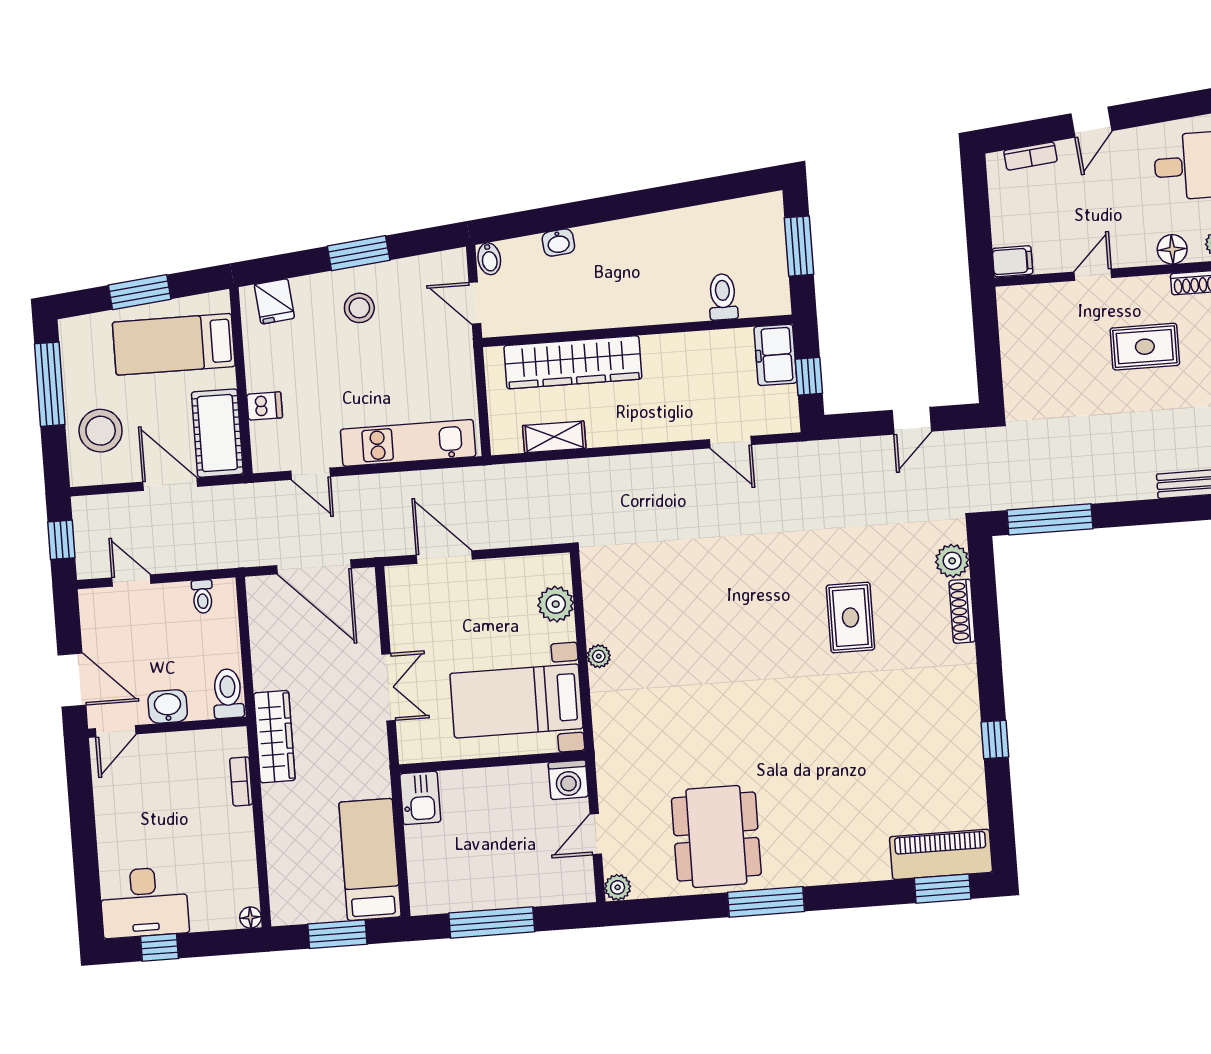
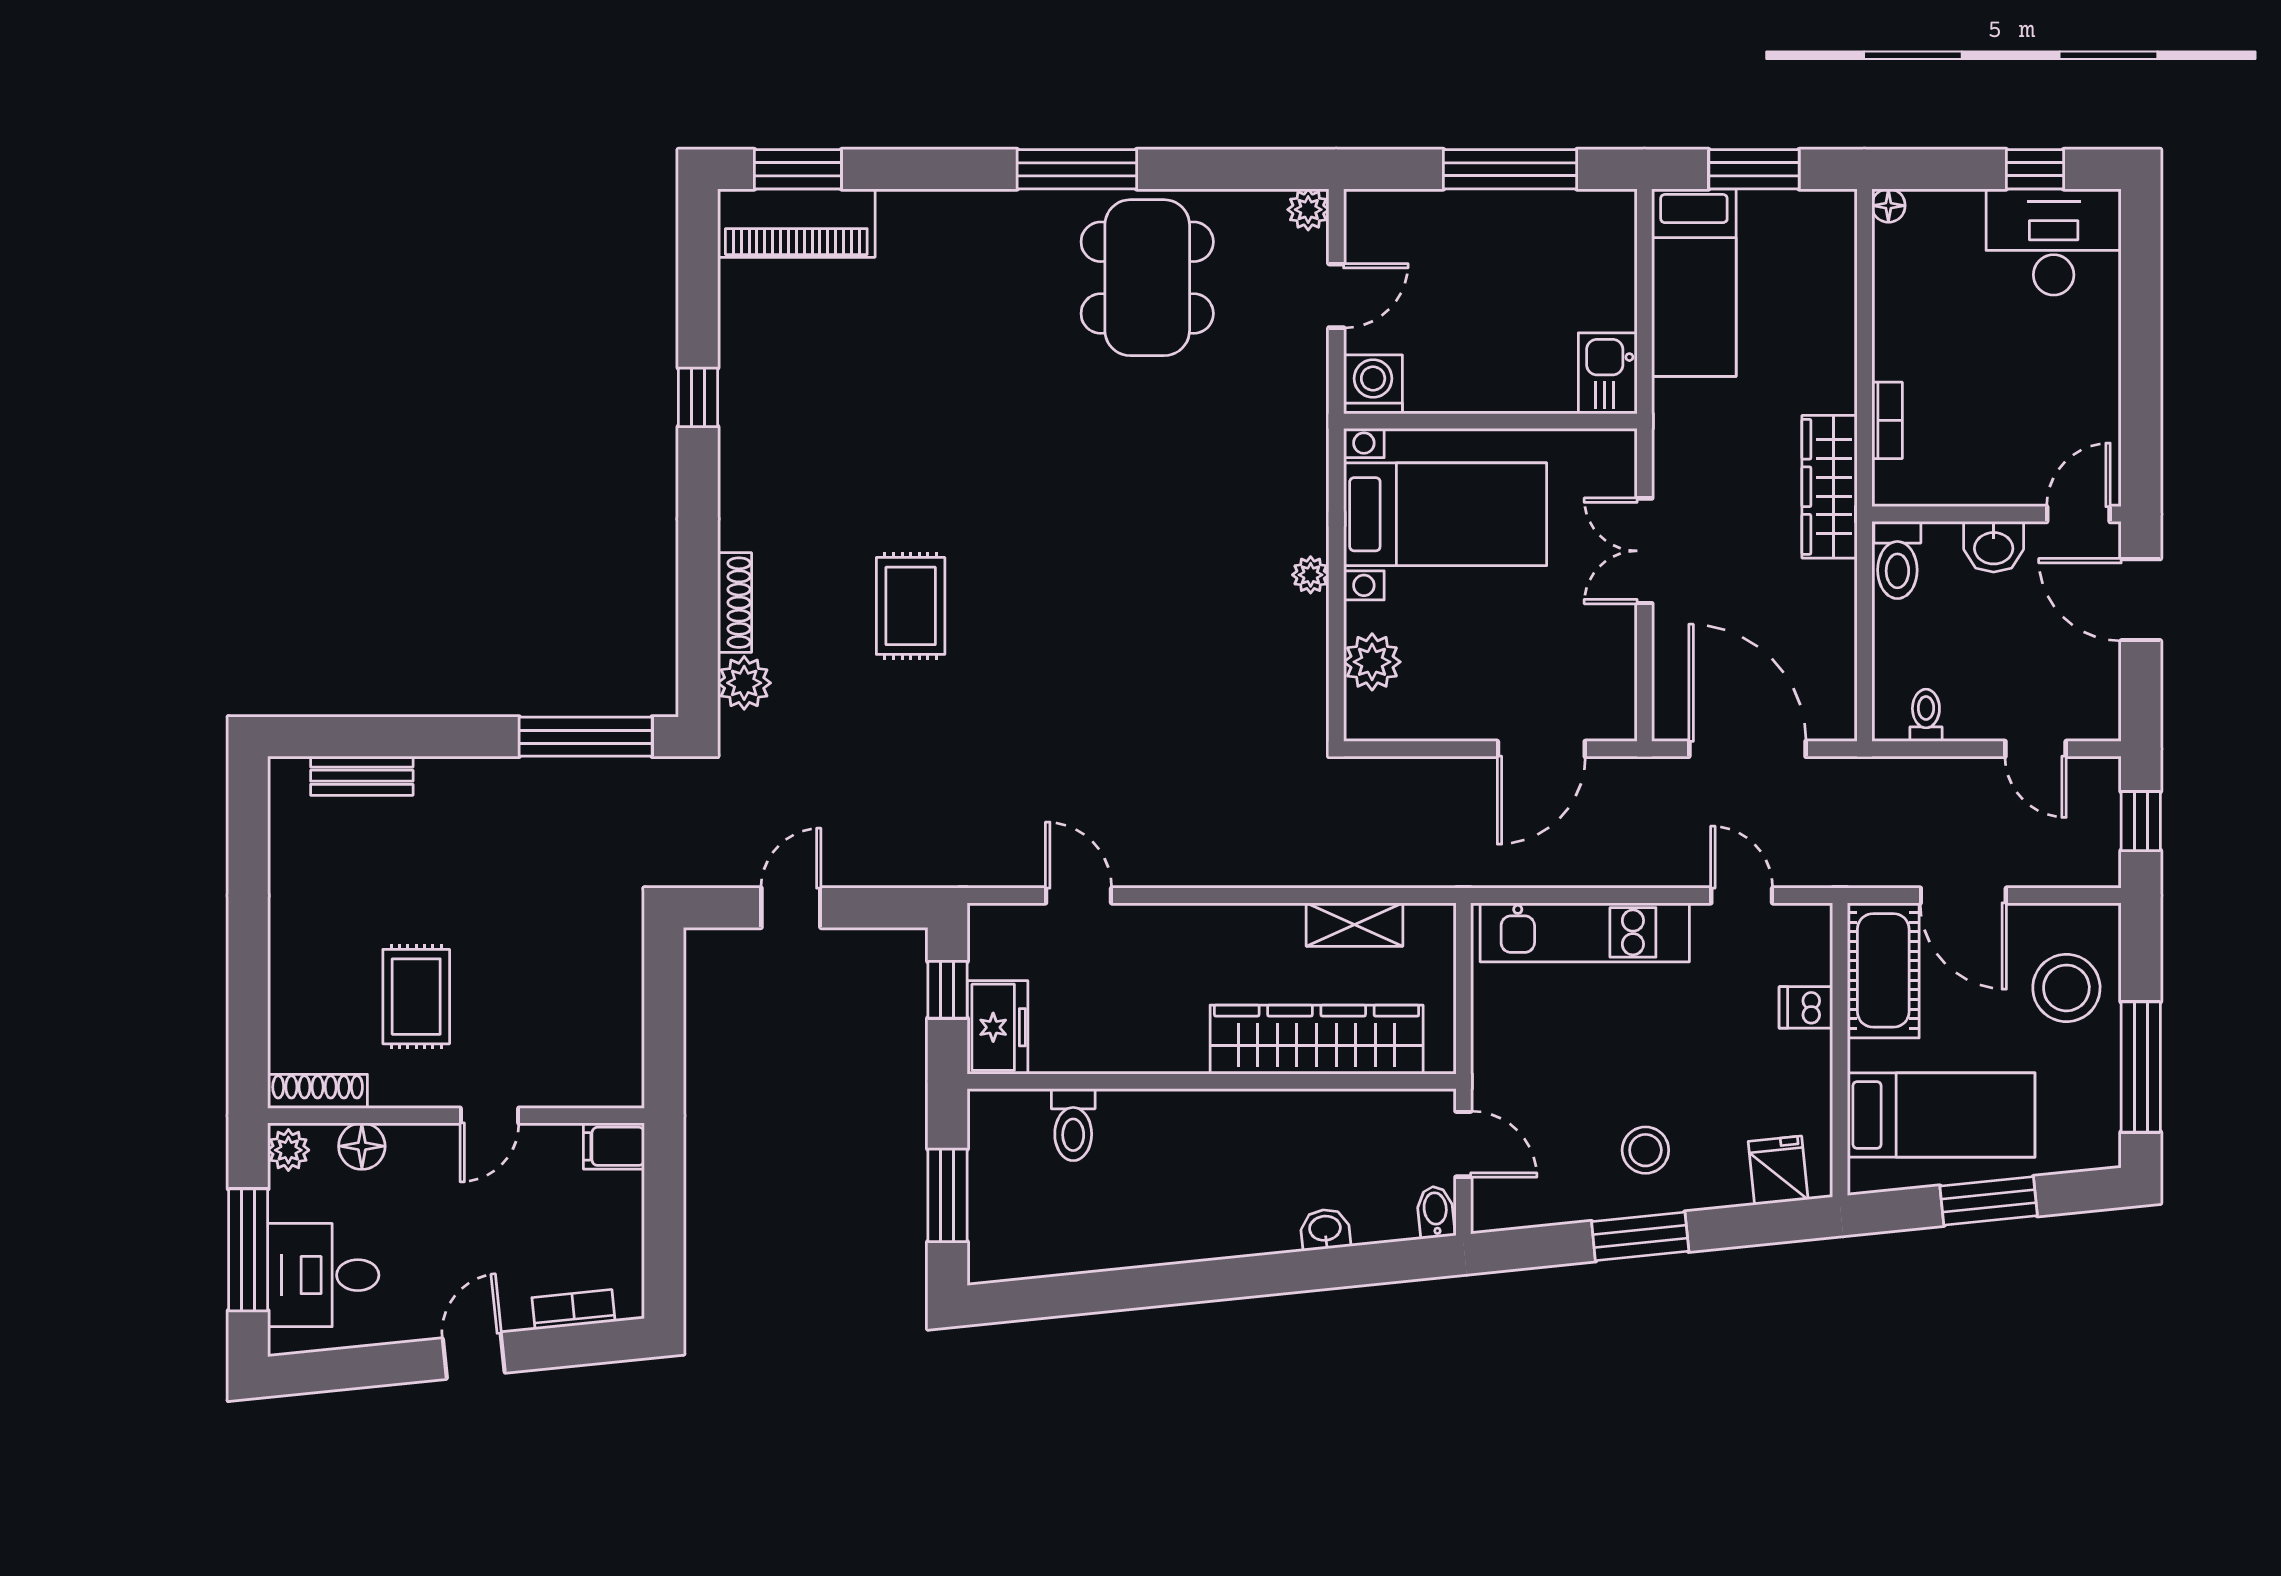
rug: (1145, 347) -> (416, 997), turned 90
door: (444, 557) -> (1541, 749), hinge flipped

